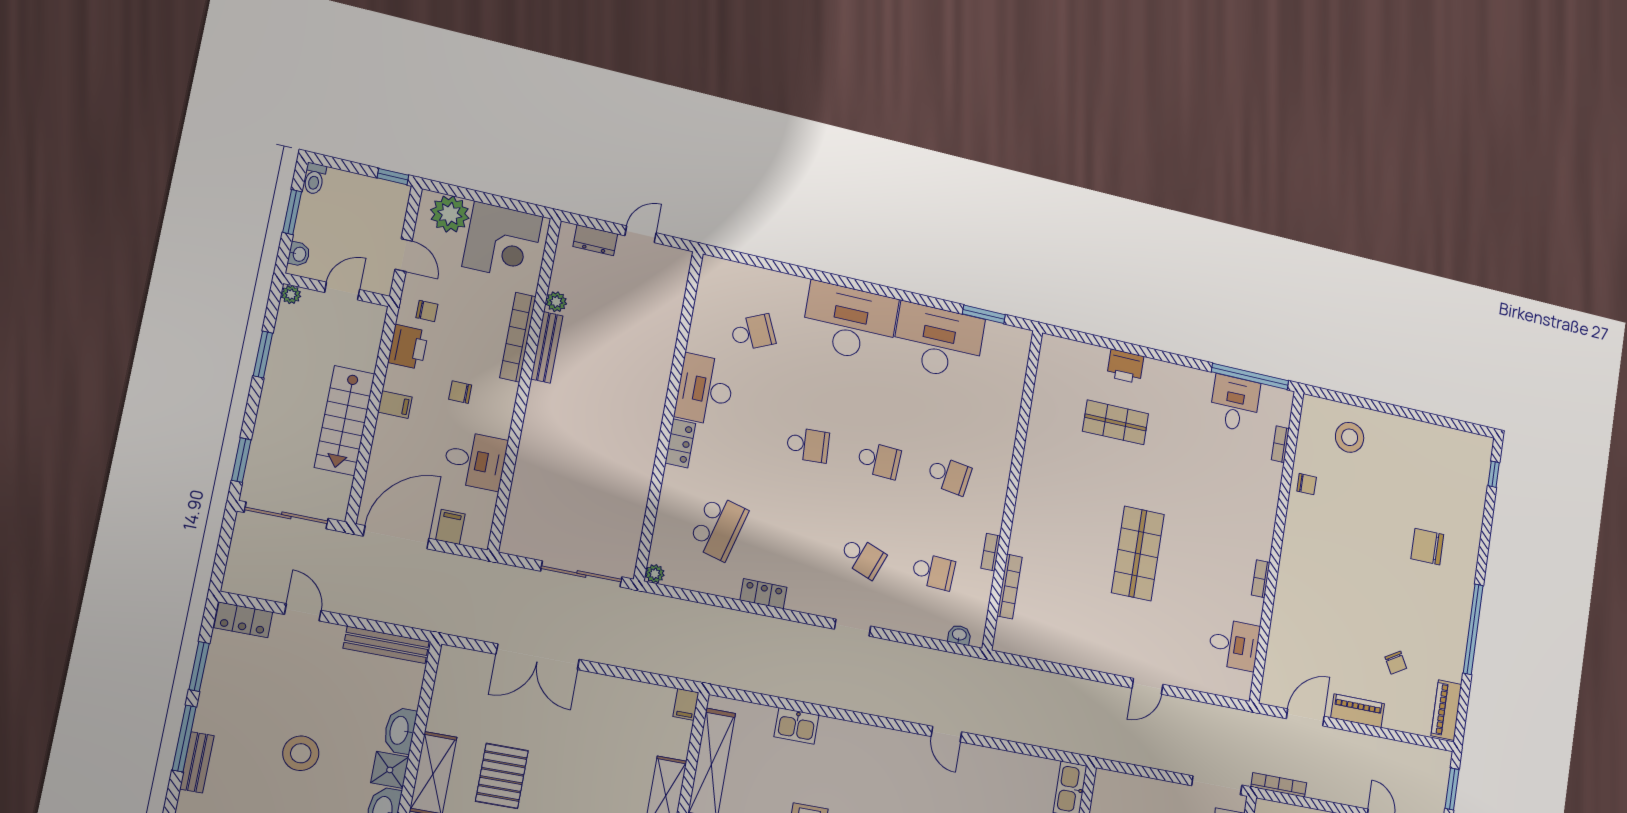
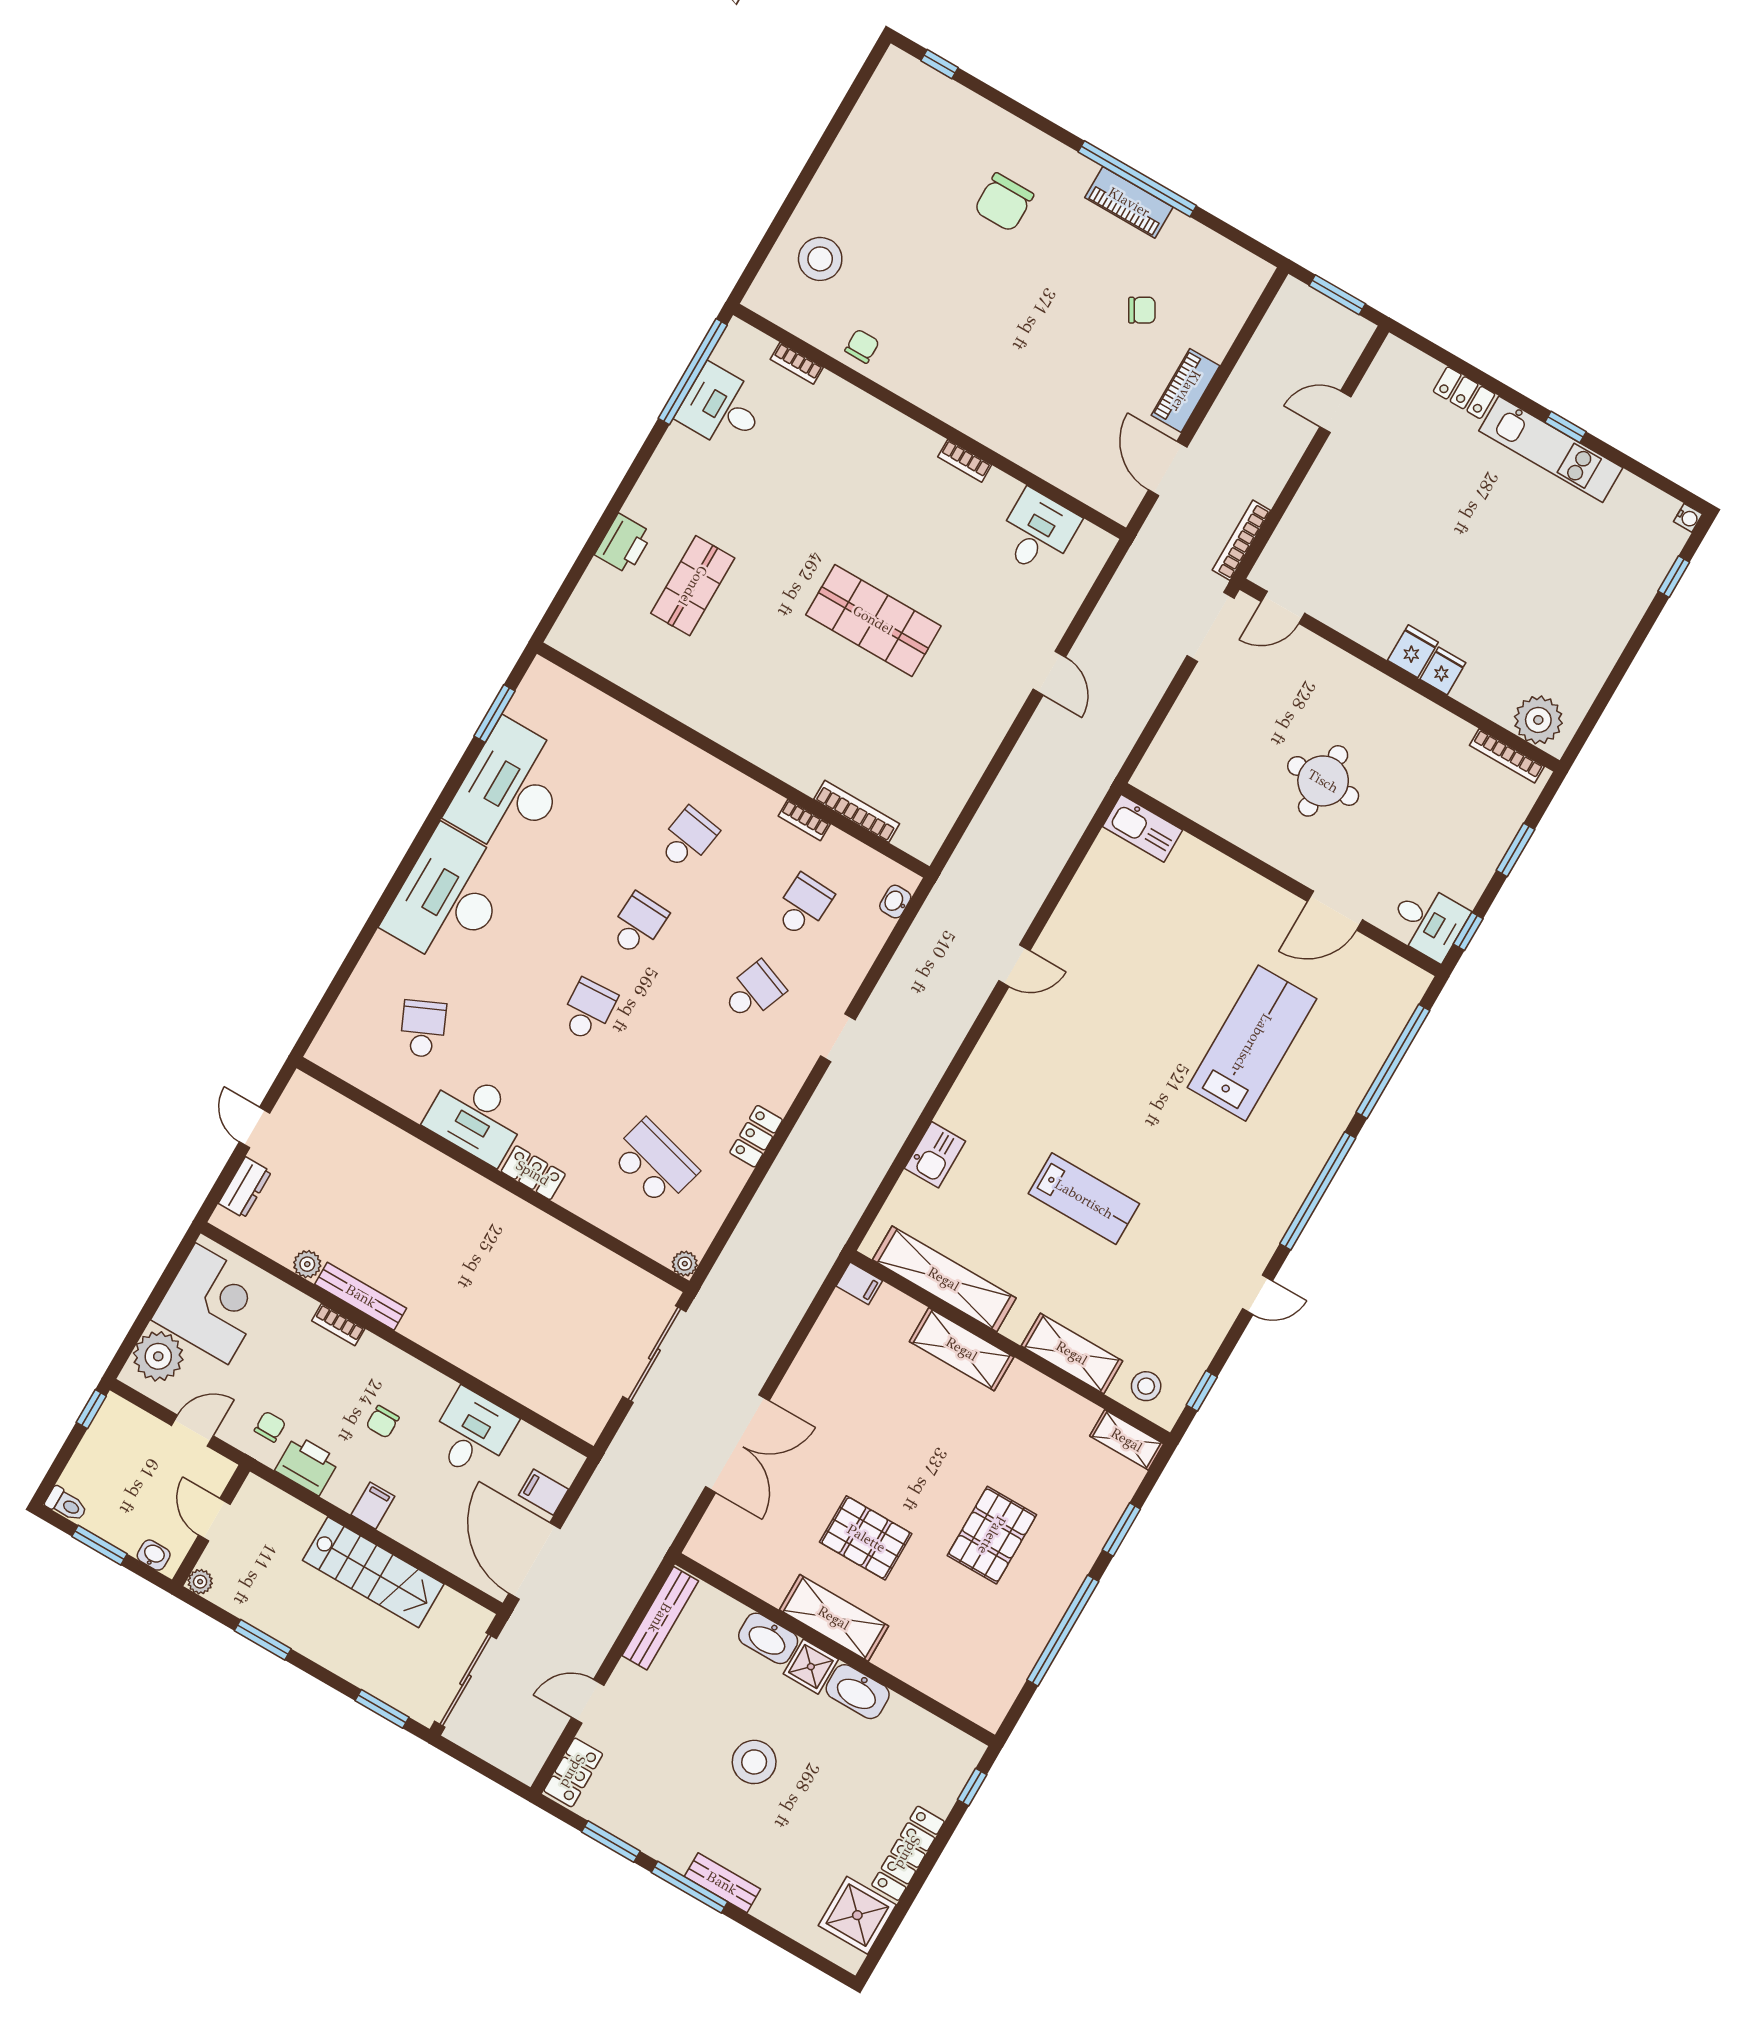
bookcase: (518, 337) -> (338, 1325), width x0.43, depth x0.76
piano: (1446, 710) -> (1129, 202), moved

